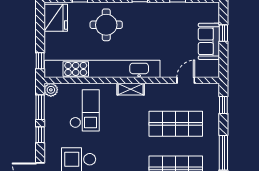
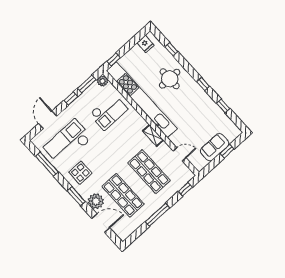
fridge: (56, 18) -> (145, 44), width x0.53, depth x0.75
shelving: (131, 89) -> (153, 136), moved

